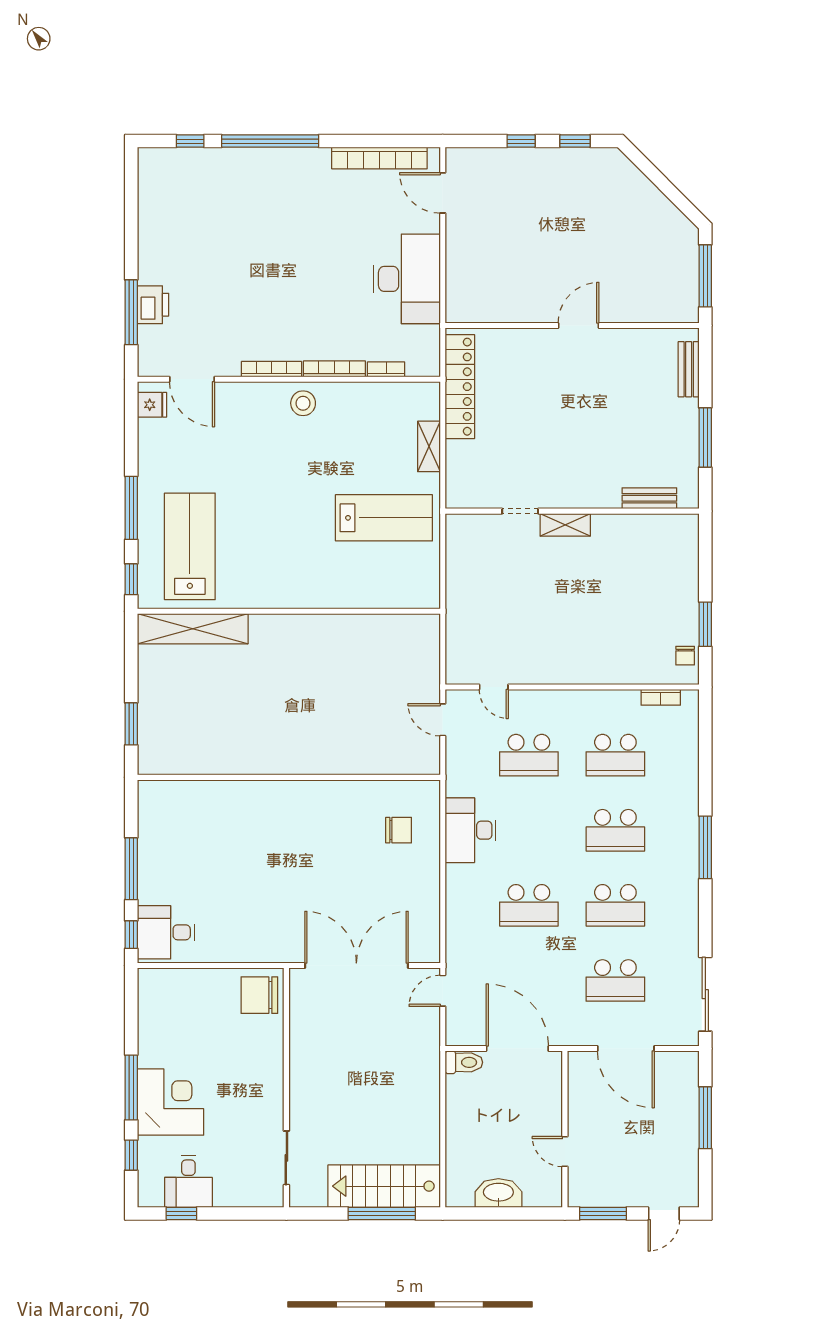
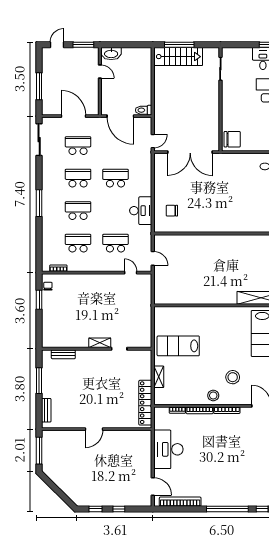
stool: (258, 445) -> (233, 377), added
washbasin: (498, 1193) -> (111, 54), moved

